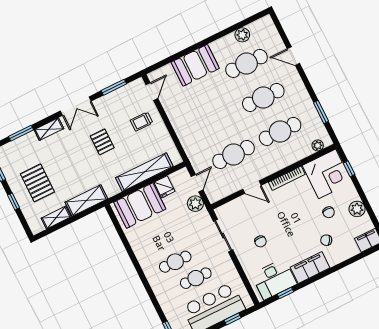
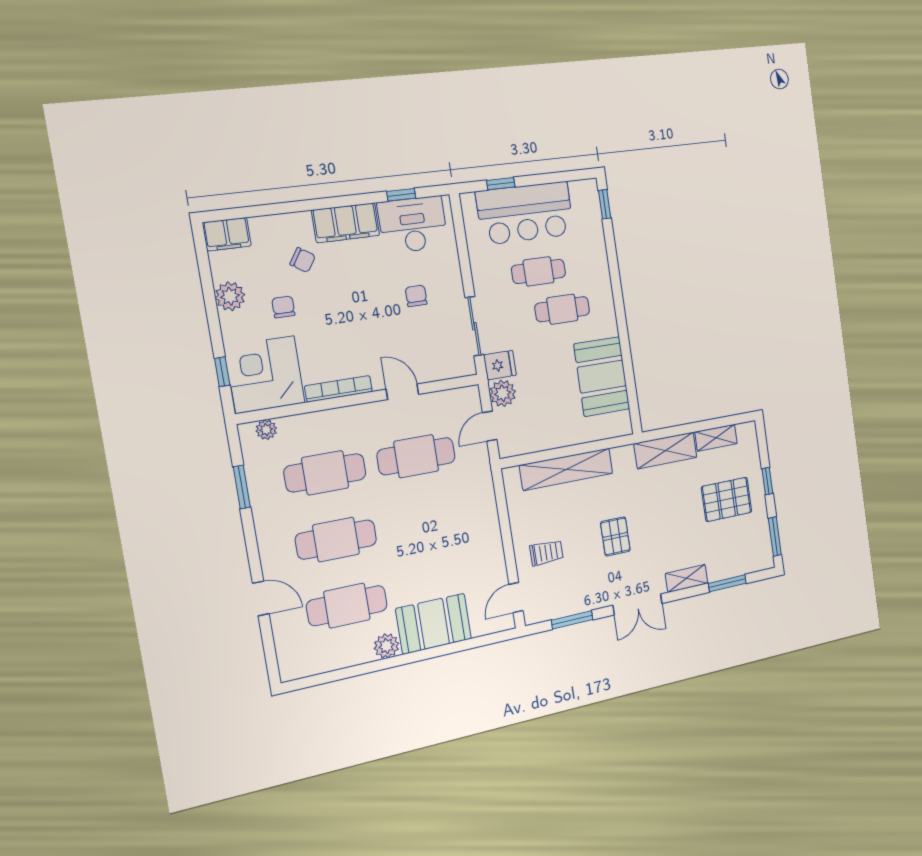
plant: (242, 35) -> (387, 646), moved
double door: (76, 106) -> (638, 604), swing flipped
pallet: (37, 183) -> (727, 499), turned 90
fridge: (164, 187) -> (500, 365), moved, turned 90
booth: (140, 206) -> (602, 377), moved, turned 90

